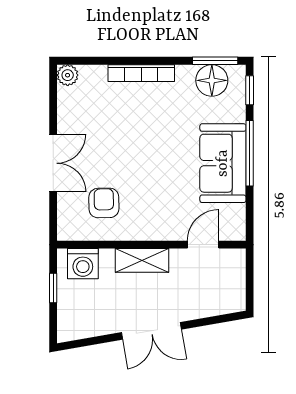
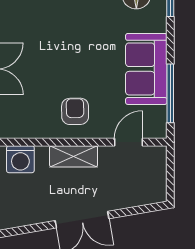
window: (250, 153) -> (170, 93), moved
armchair: (104, 203) -> (75, 111), moved

